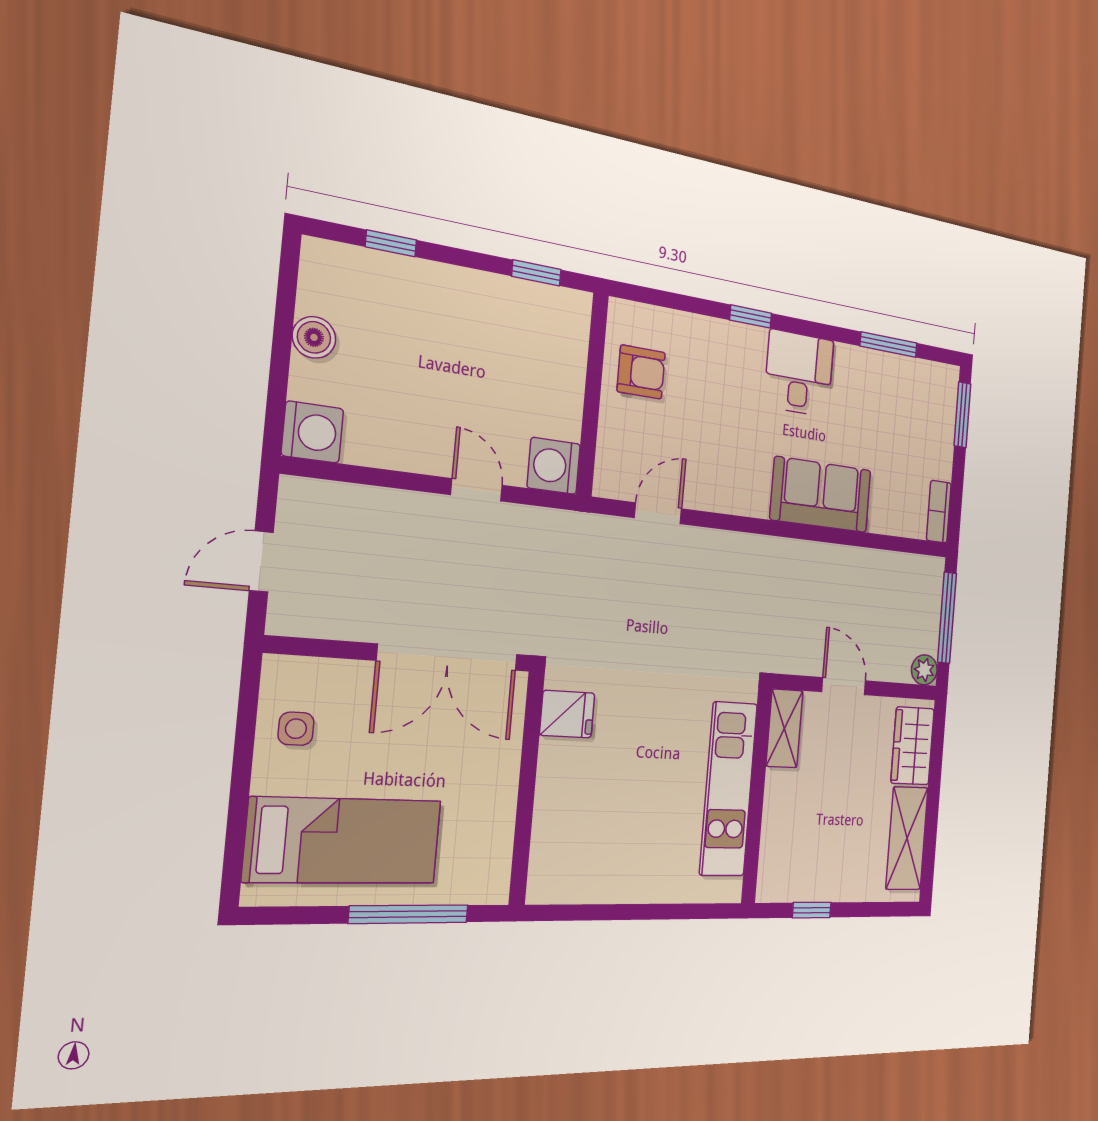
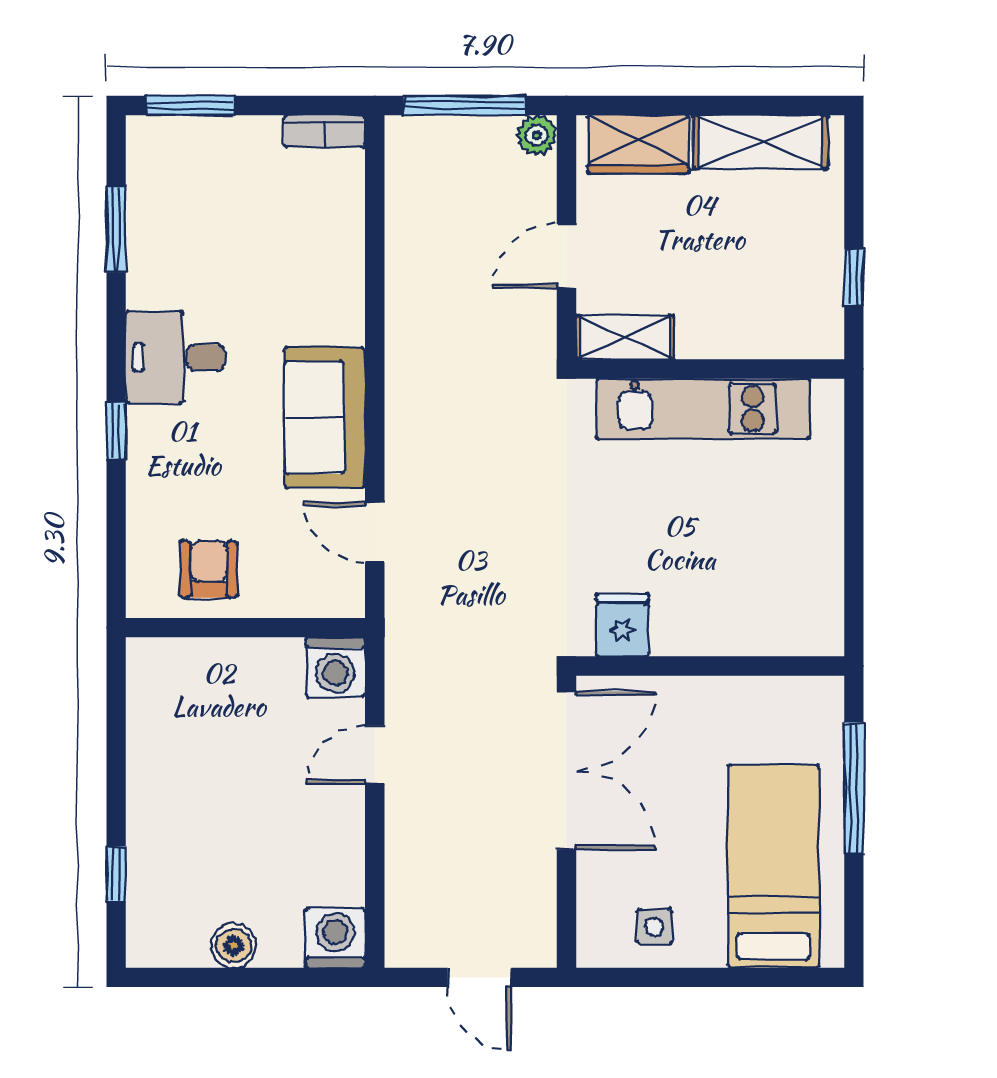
window: (536, 273) -> (116, 708), removed
sofa: (821, 495) -> (325, 417), moved

